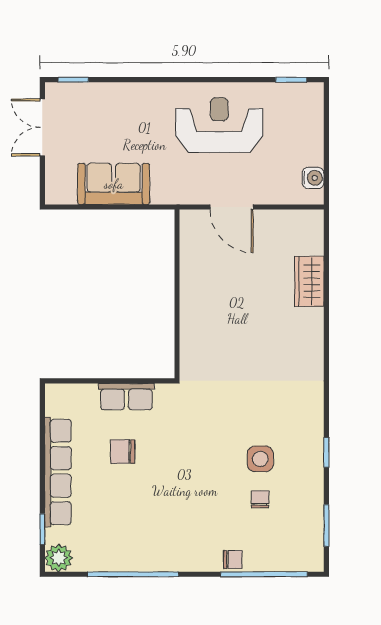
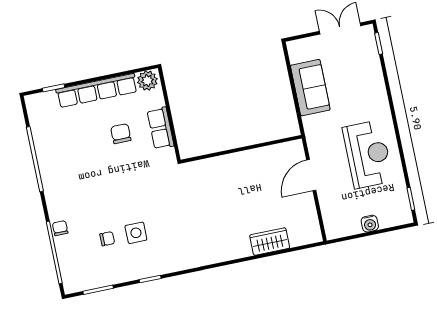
water cooler: (313, 178) -> (370, 224), moved
plant: (59, 558) -> (147, 81), moved
chair: (233, 560) -> (60, 228), turned 180

